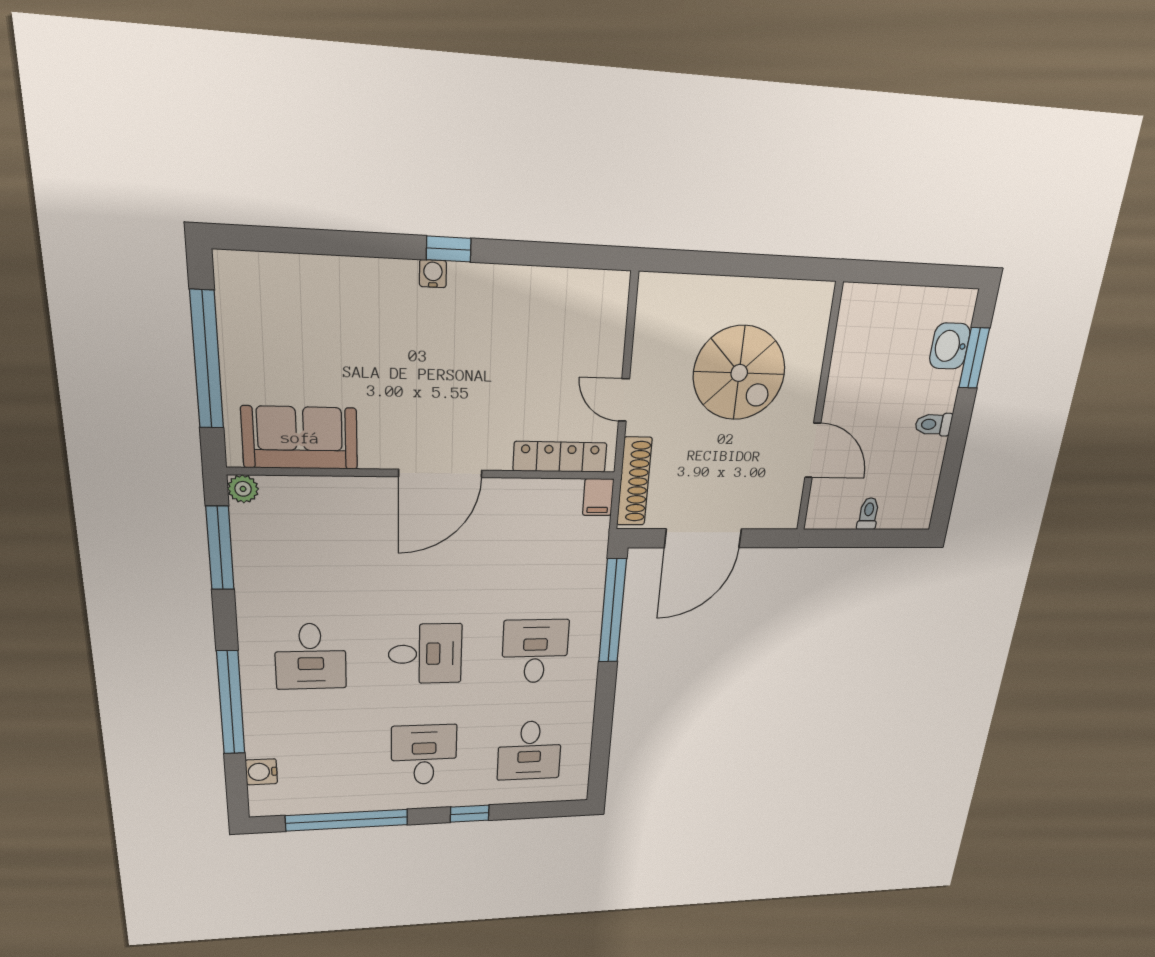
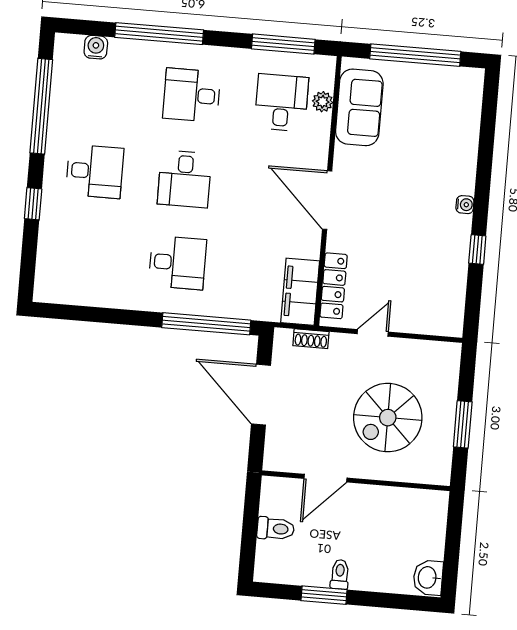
window: (449, 249) -> (477, 249), moved
window: (753, 266) -> (463, 424), added
washbasin: (950, 346) -> (428, 578), moved, turned -90
window: (974, 358) -> (324, 595), moved
shoe rack: (634, 482) -> (311, 339), width x0.51, depth x0.81
plant: (243, 489) -> (323, 102), moved
filing cabinet: (598, 497) -> (300, 292), width x3.00, depth x1.17
toilet: (868, 514) -> (276, 529), width x1.37, depth x1.39
desk: (530, 750) -> (281, 103), moved, turned 90

